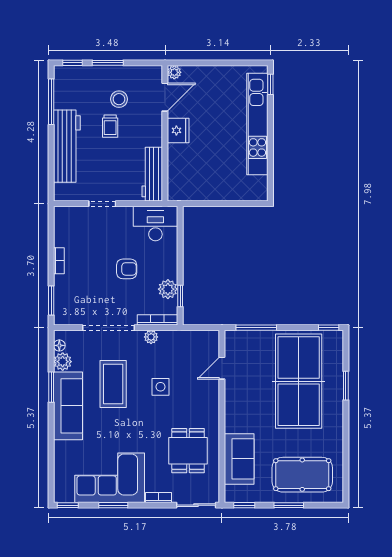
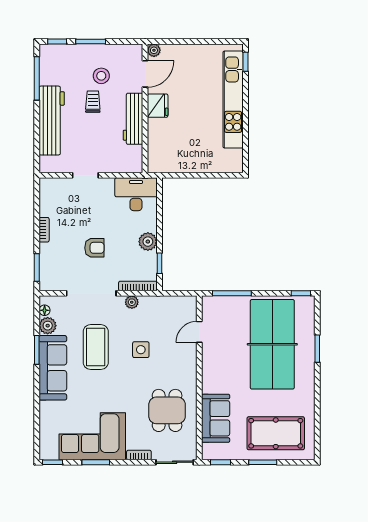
trolley: (110, 126) -> (93, 102), turned 180
workbench: (152, 174) -> (133, 119), moved
armchair: (127, 269) -> (94, 248), moved
plant: (168, 289) -> (148, 242), moved

